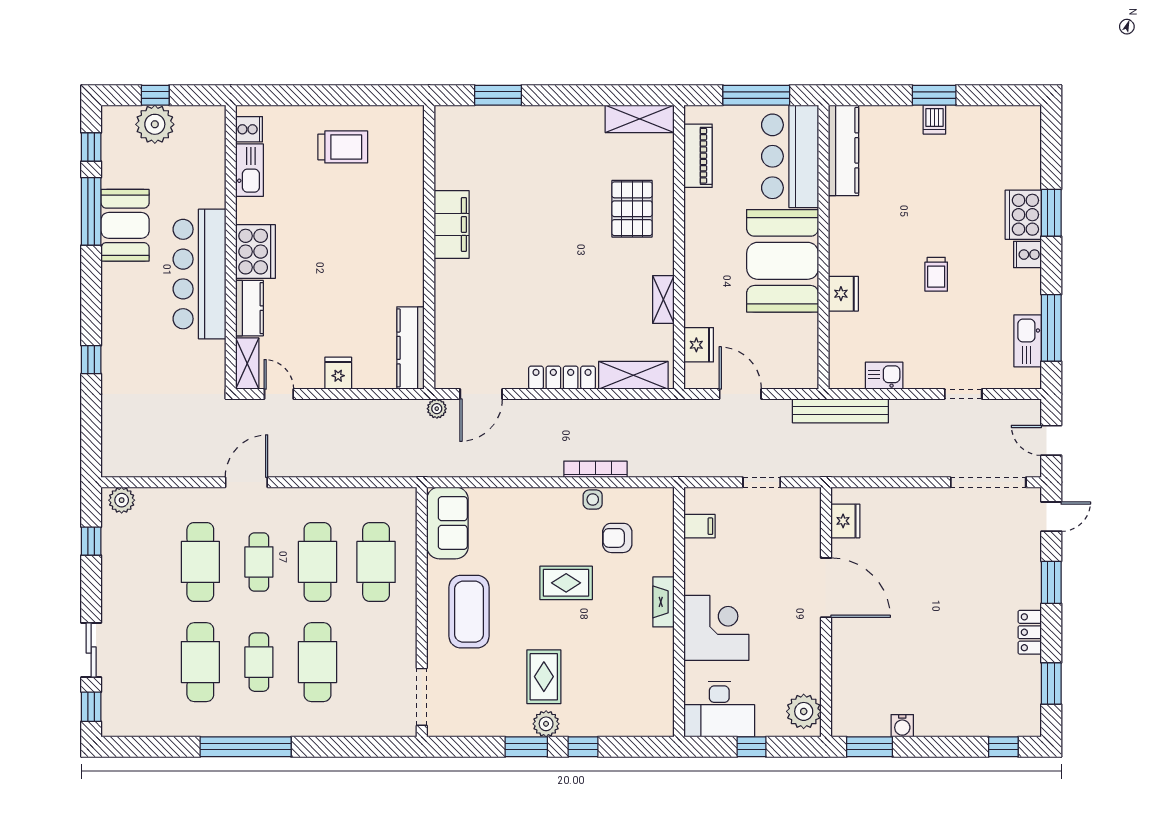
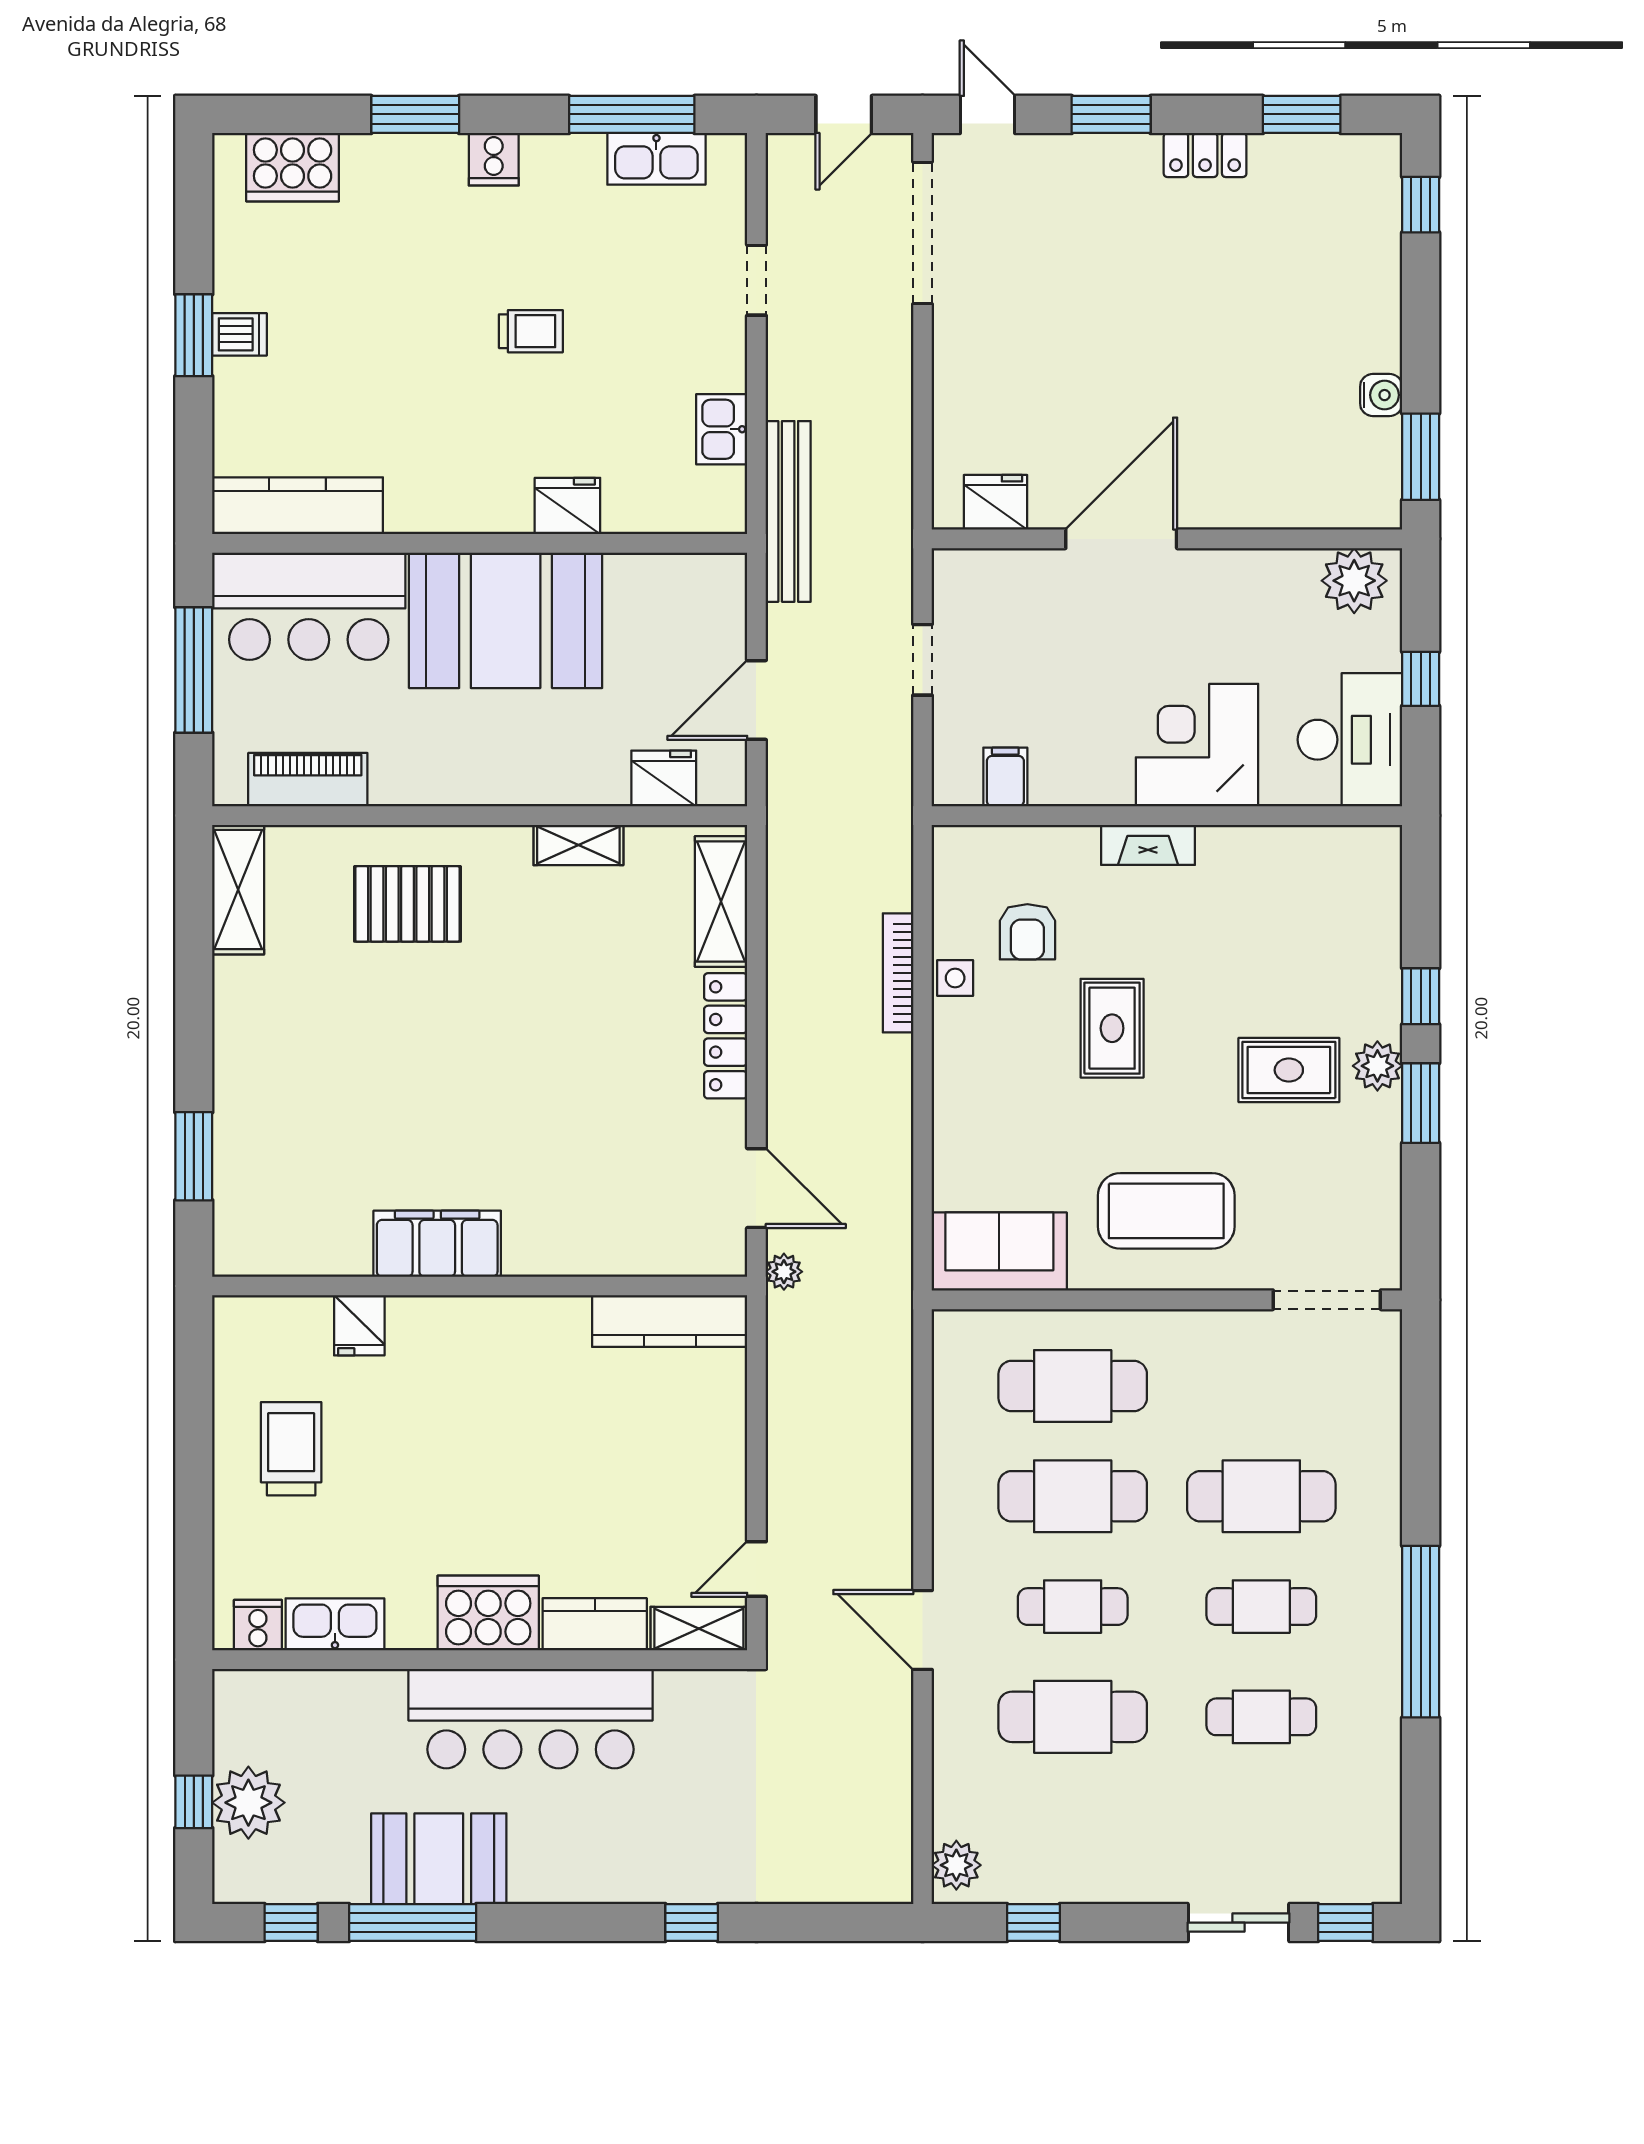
cooker: (1023, 215) -> (293, 167), moved
fridge: (338, 373) -> (359, 1325), moved, turned -90
cafe table: (200, 662) -> (1261, 1717), width x0.73, depth x0.74

